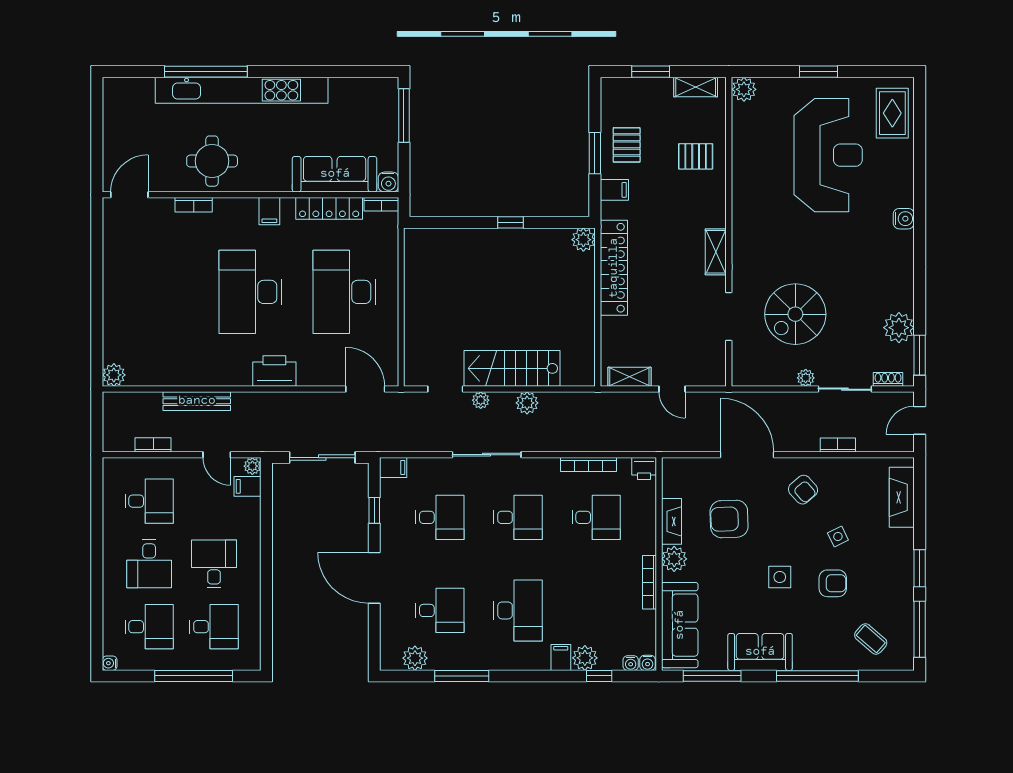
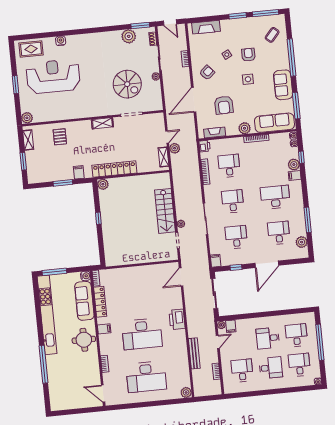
kitchen unit: (242, 90) -> (47, 315), moved
pallet: (627, 145) -> (58, 169), removed
round table: (212, 161) -> (84, 340), moved
water cooler: (904, 219) -> (61, 41), moved
desk: (344, 292) -> (146, 377), moved
plant: (527, 403) -> (175, 148), moved
fireplace: (671, 521) -> (215, 133), moved

